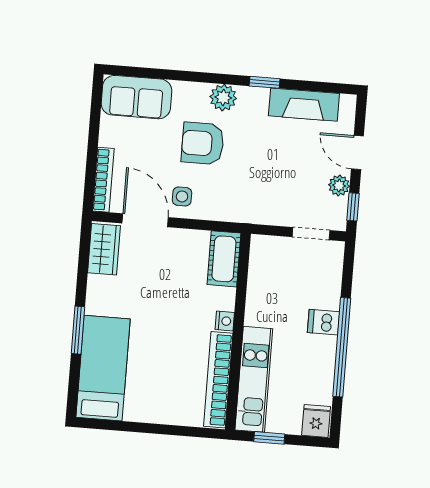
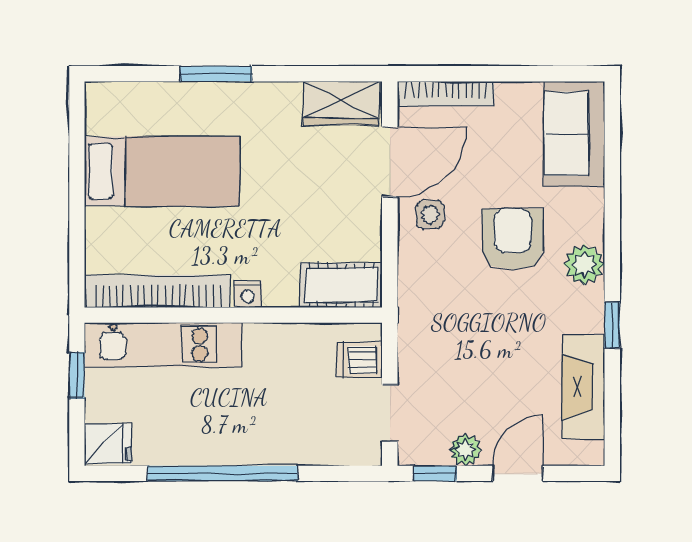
dishwasher: (324, 322) -> (359, 360), moved, turned -90
bed: (103, 368) -> (162, 171), moved

